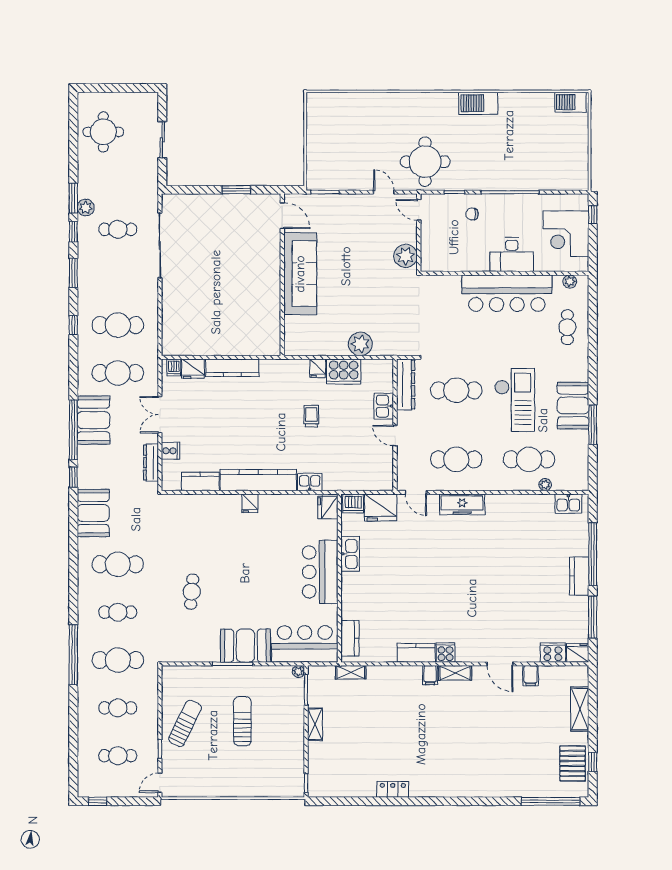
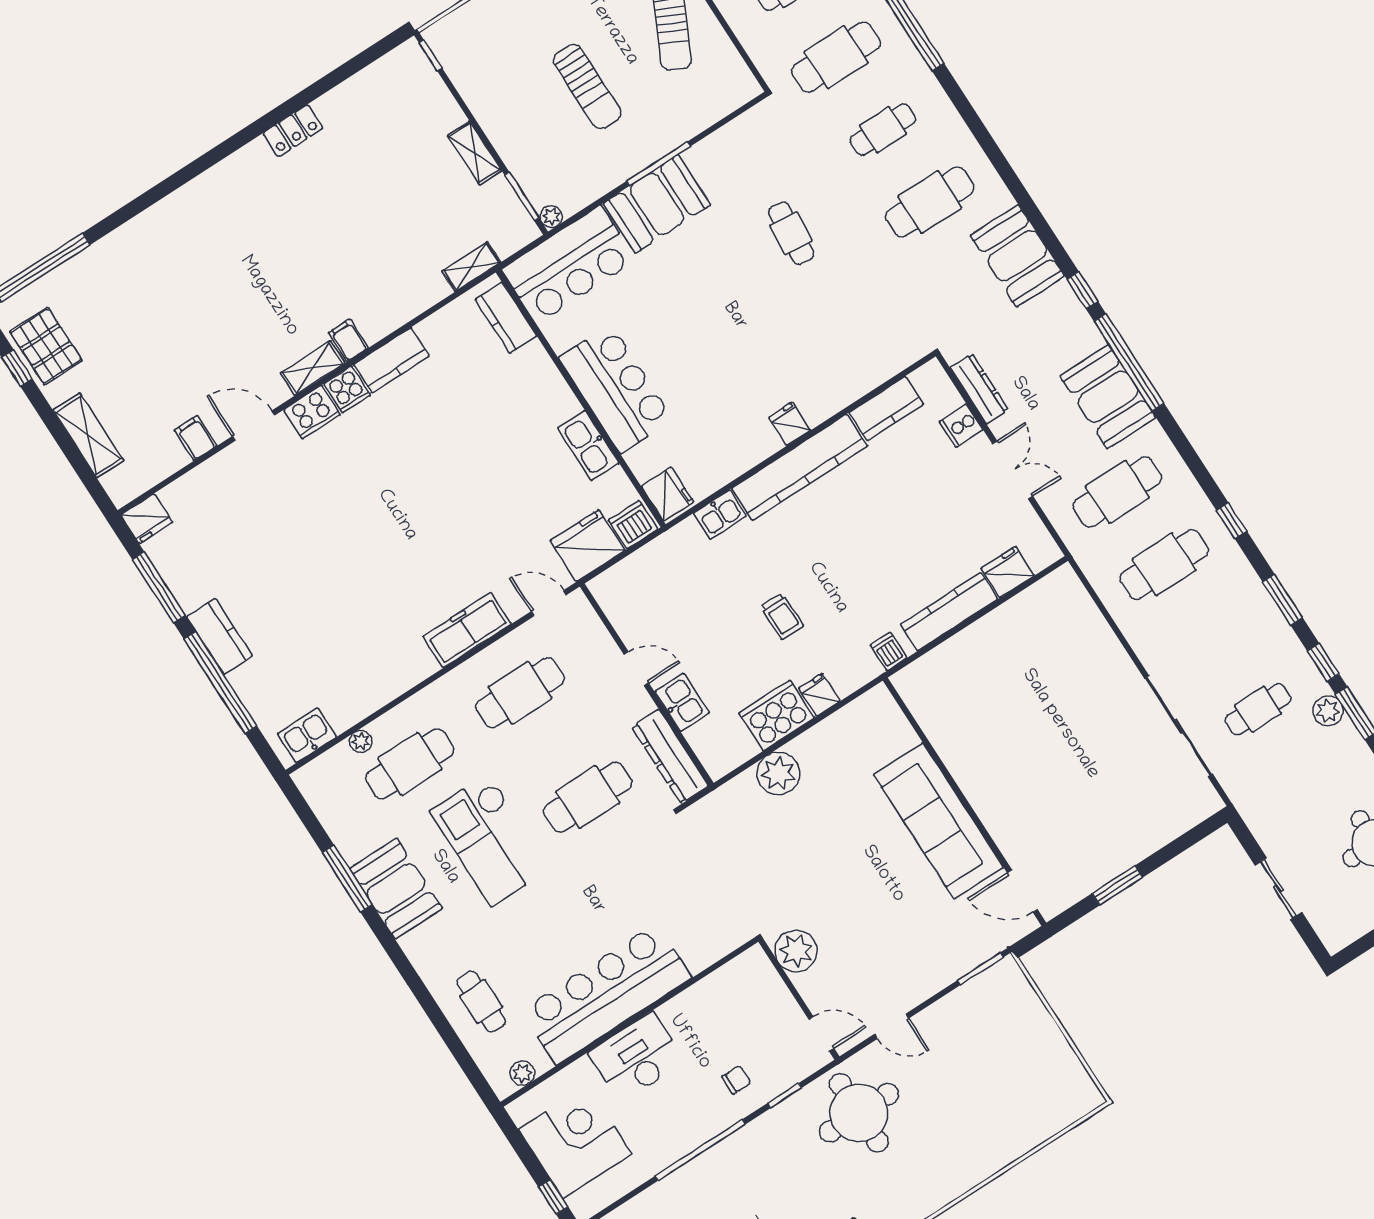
dishwasher: (174, 368) -> (889, 651), moved
cooker: (553, 653) -> (312, 412), moved

